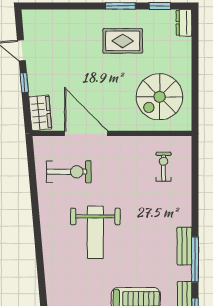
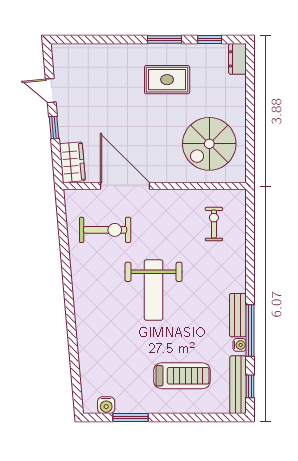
weight bench: (95, 232) -> (154, 290), moved
water cooler: (186, 272) -> (240, 345), added

